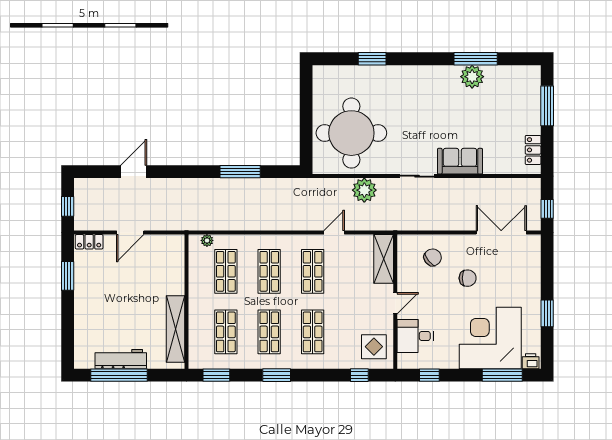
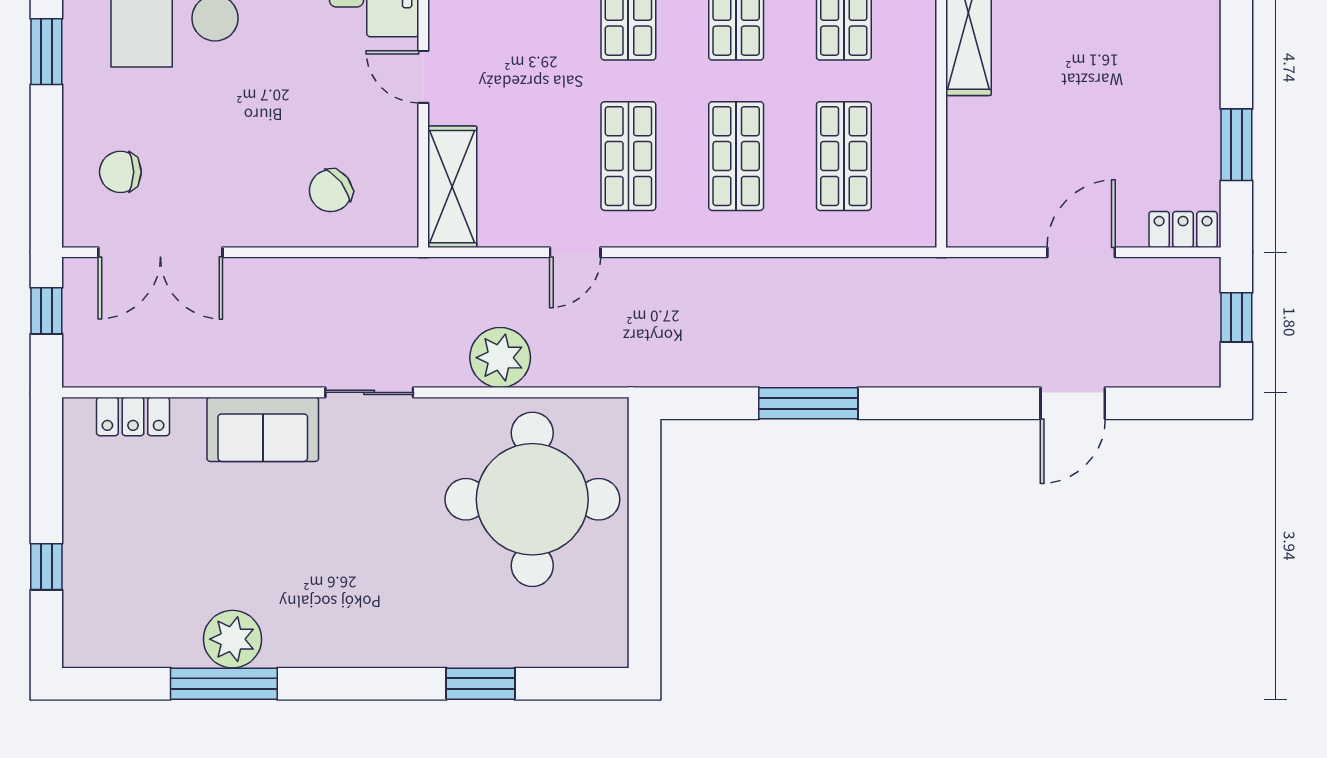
window: (547, 106) -> (46, 567), width x0.46
locker: (533, 150) -> (133, 416), moved, turned 90
plant: (207, 240) -> (890, 233), removed
chair: (468, 278) -> (120, 172), moved
door: (395, 303) -> (423, 77), hinge flipped

